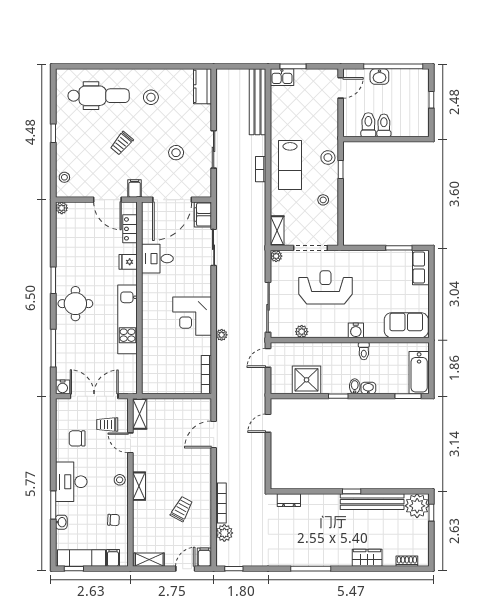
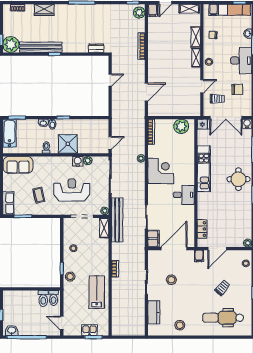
kitchen sink: (282, 77) -> (89, 330), moved
washbasin: (379, 77) -> (12, 330), moved
kitchen counter: (202, 86) -> (154, 312), moved
door: (341, 88) -> (62, 323), hinge flipped
stool: (151, 97) -> (180, 325), moved
bench: (257, 102) -> (117, 220), moved
toilet: (384, 125) -> (54, 298), moved
trolley: (122, 143) -> (222, 288), moved
lab bench: (290, 165) -> (97, 292), moved
door: (107, 200) -> (217, 249), swing flipped
desk: (157, 259) -> (184, 195), moved
fridge: (128, 262) -> (203, 124), moved
coffee table: (375, 280) -> (39, 195), added
reception desk: (325, 287) -> (72, 190), turned 180
water cooler: (356, 330) -> (78, 161), moved
shower: (307, 380) -> (68, 144), moved
plant: (161, 383) -> (181, 126), added
shelving: (140, 414) -> (196, 37), moved
door: (268, 423) -> (110, 80), moved
door: (130, 443) -> (202, 86), hinge flipped
trolley: (182, 509) -> (168, 42), removed
plant: (224, 533) -> (139, 12), moved

